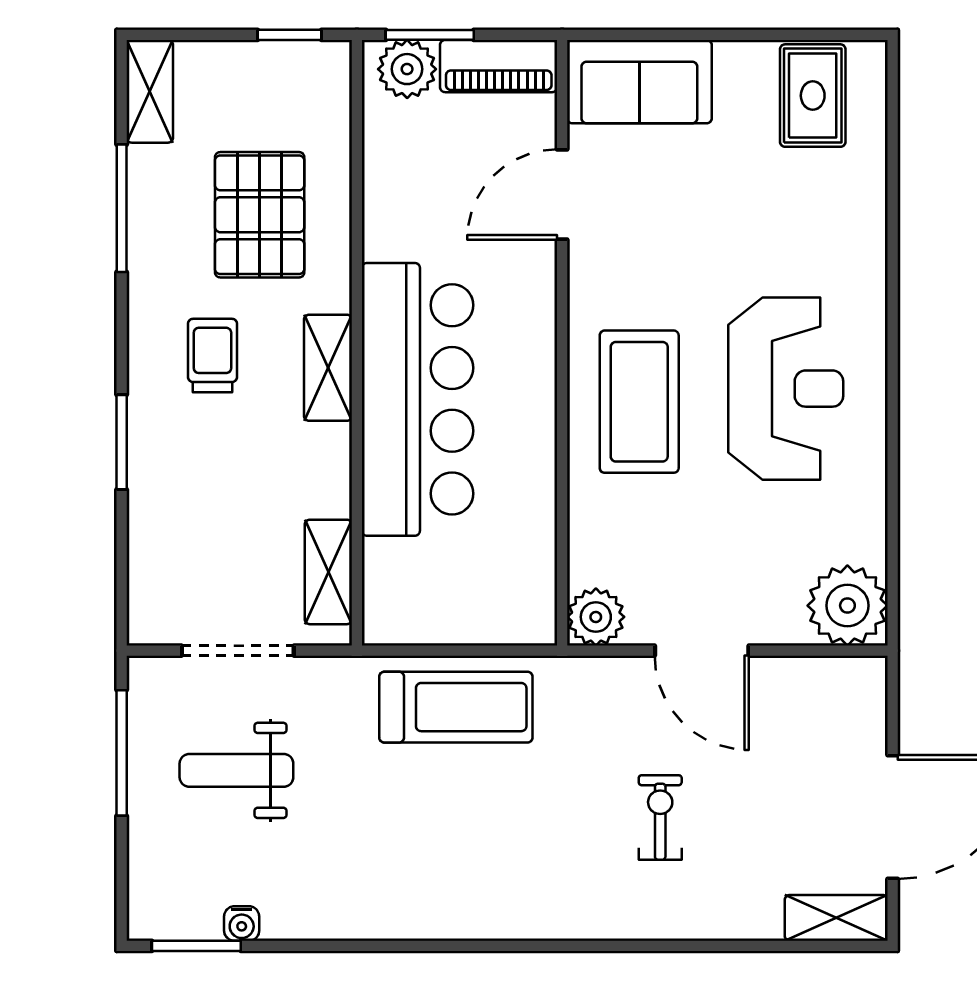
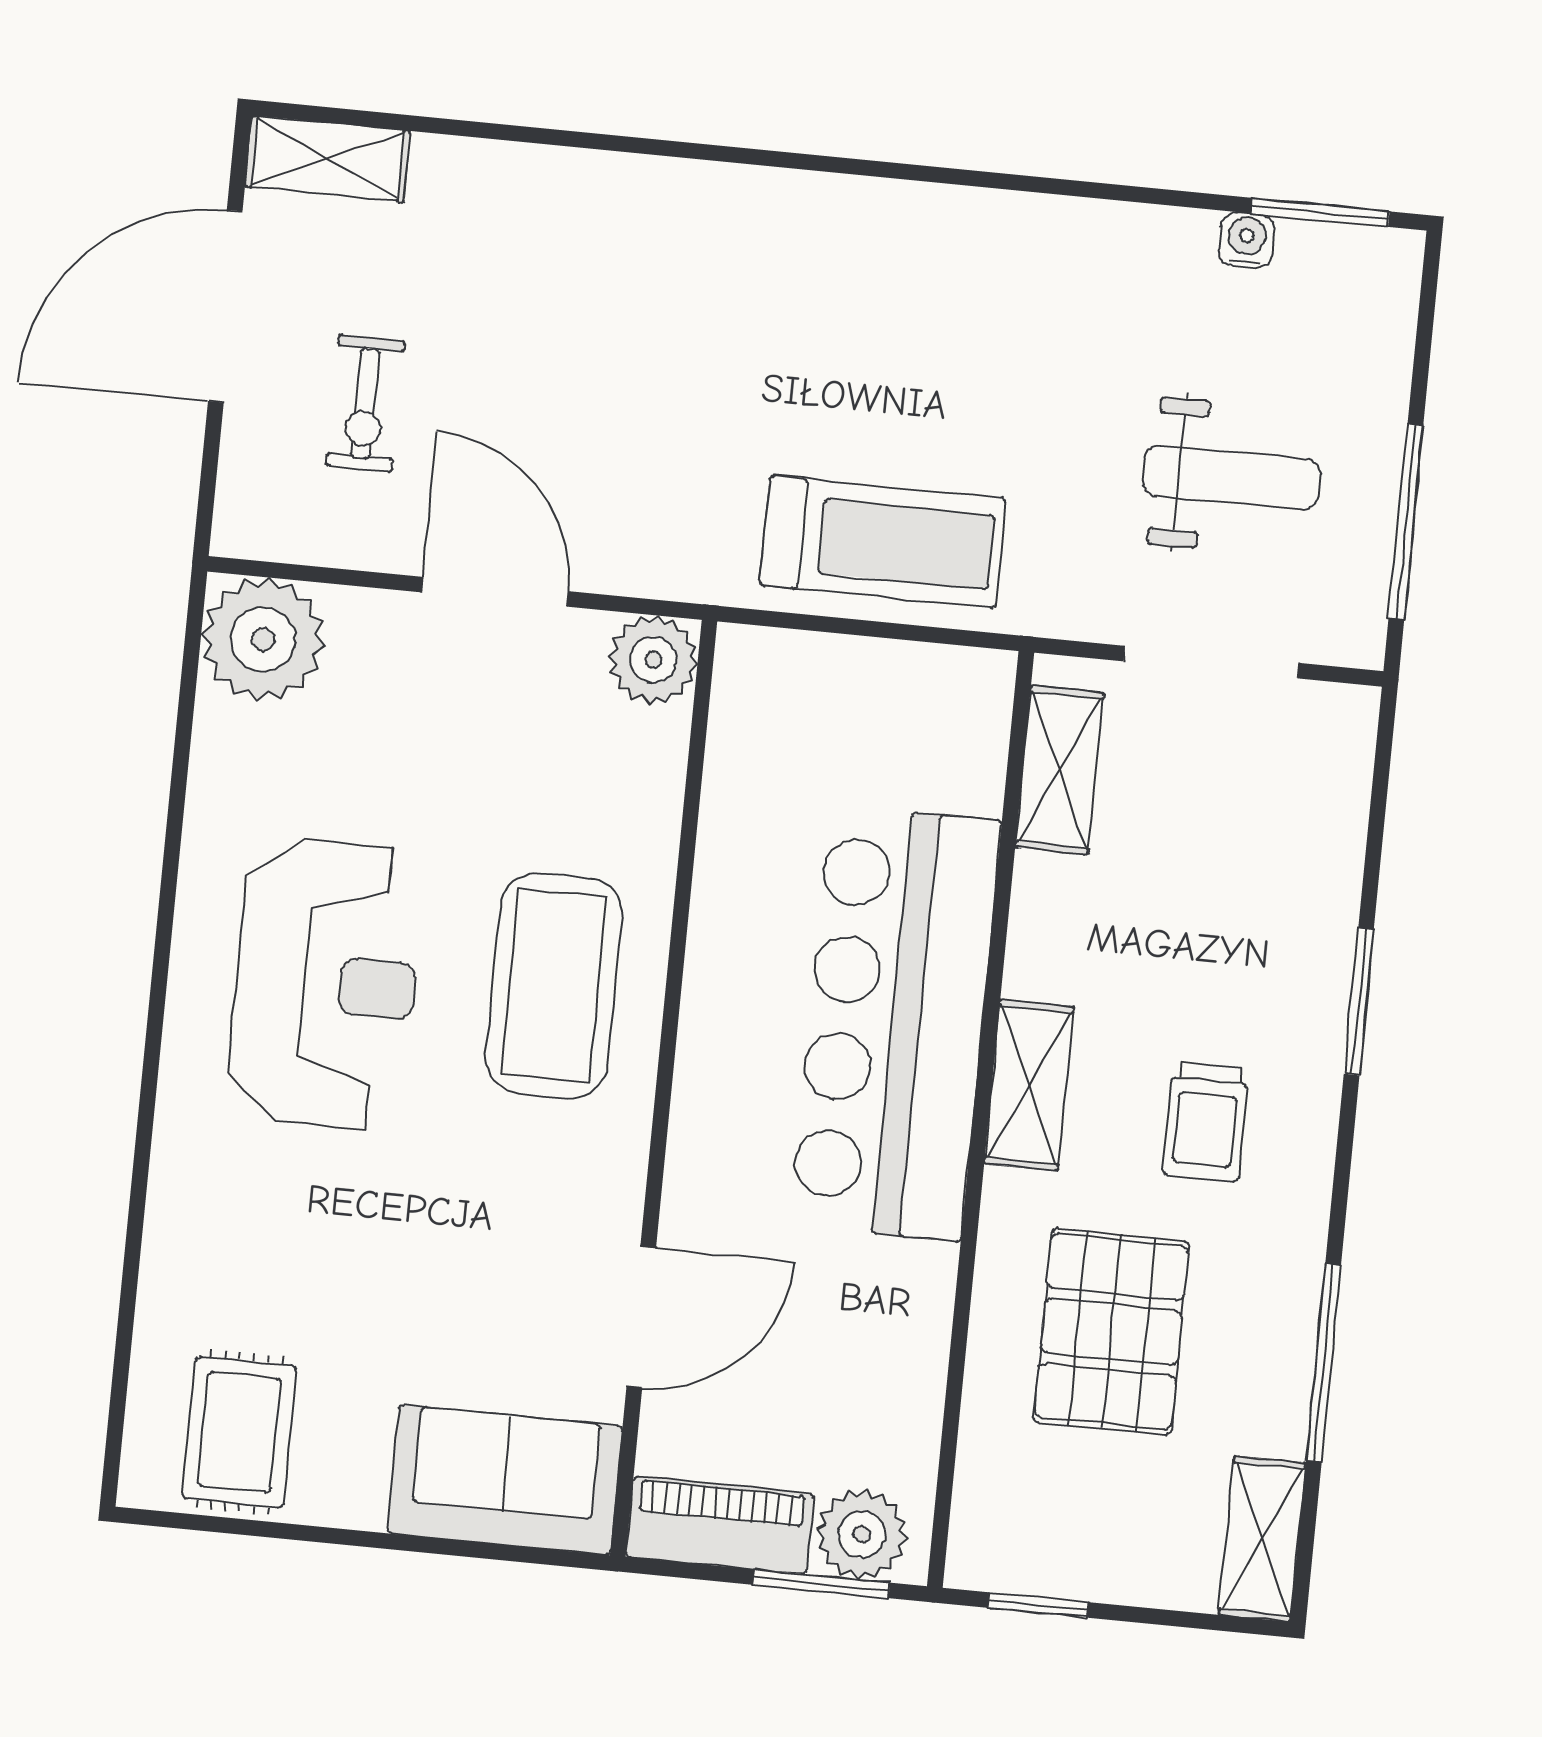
reception desk: (786, 389) -> (326, 984), turned 180
treadmill: (456, 707) -> (883, 542), turned 180
exercise bike: (660, 817) -> (365, 404), moved

